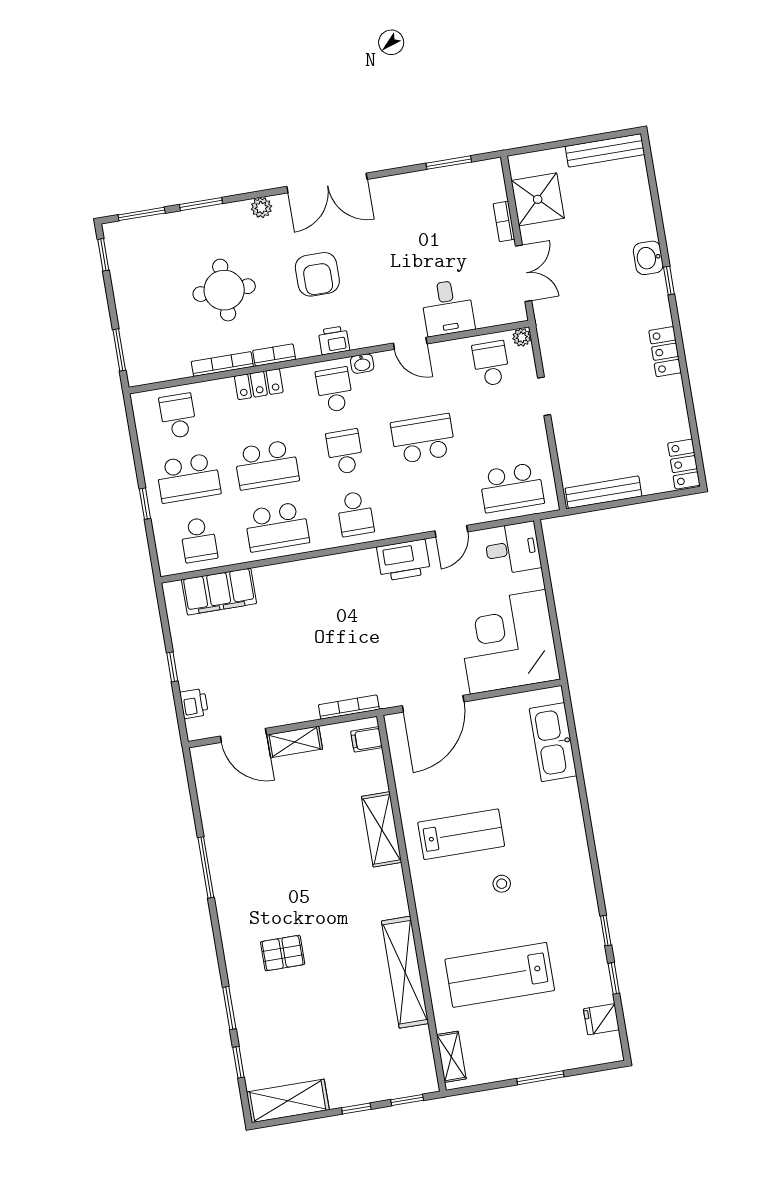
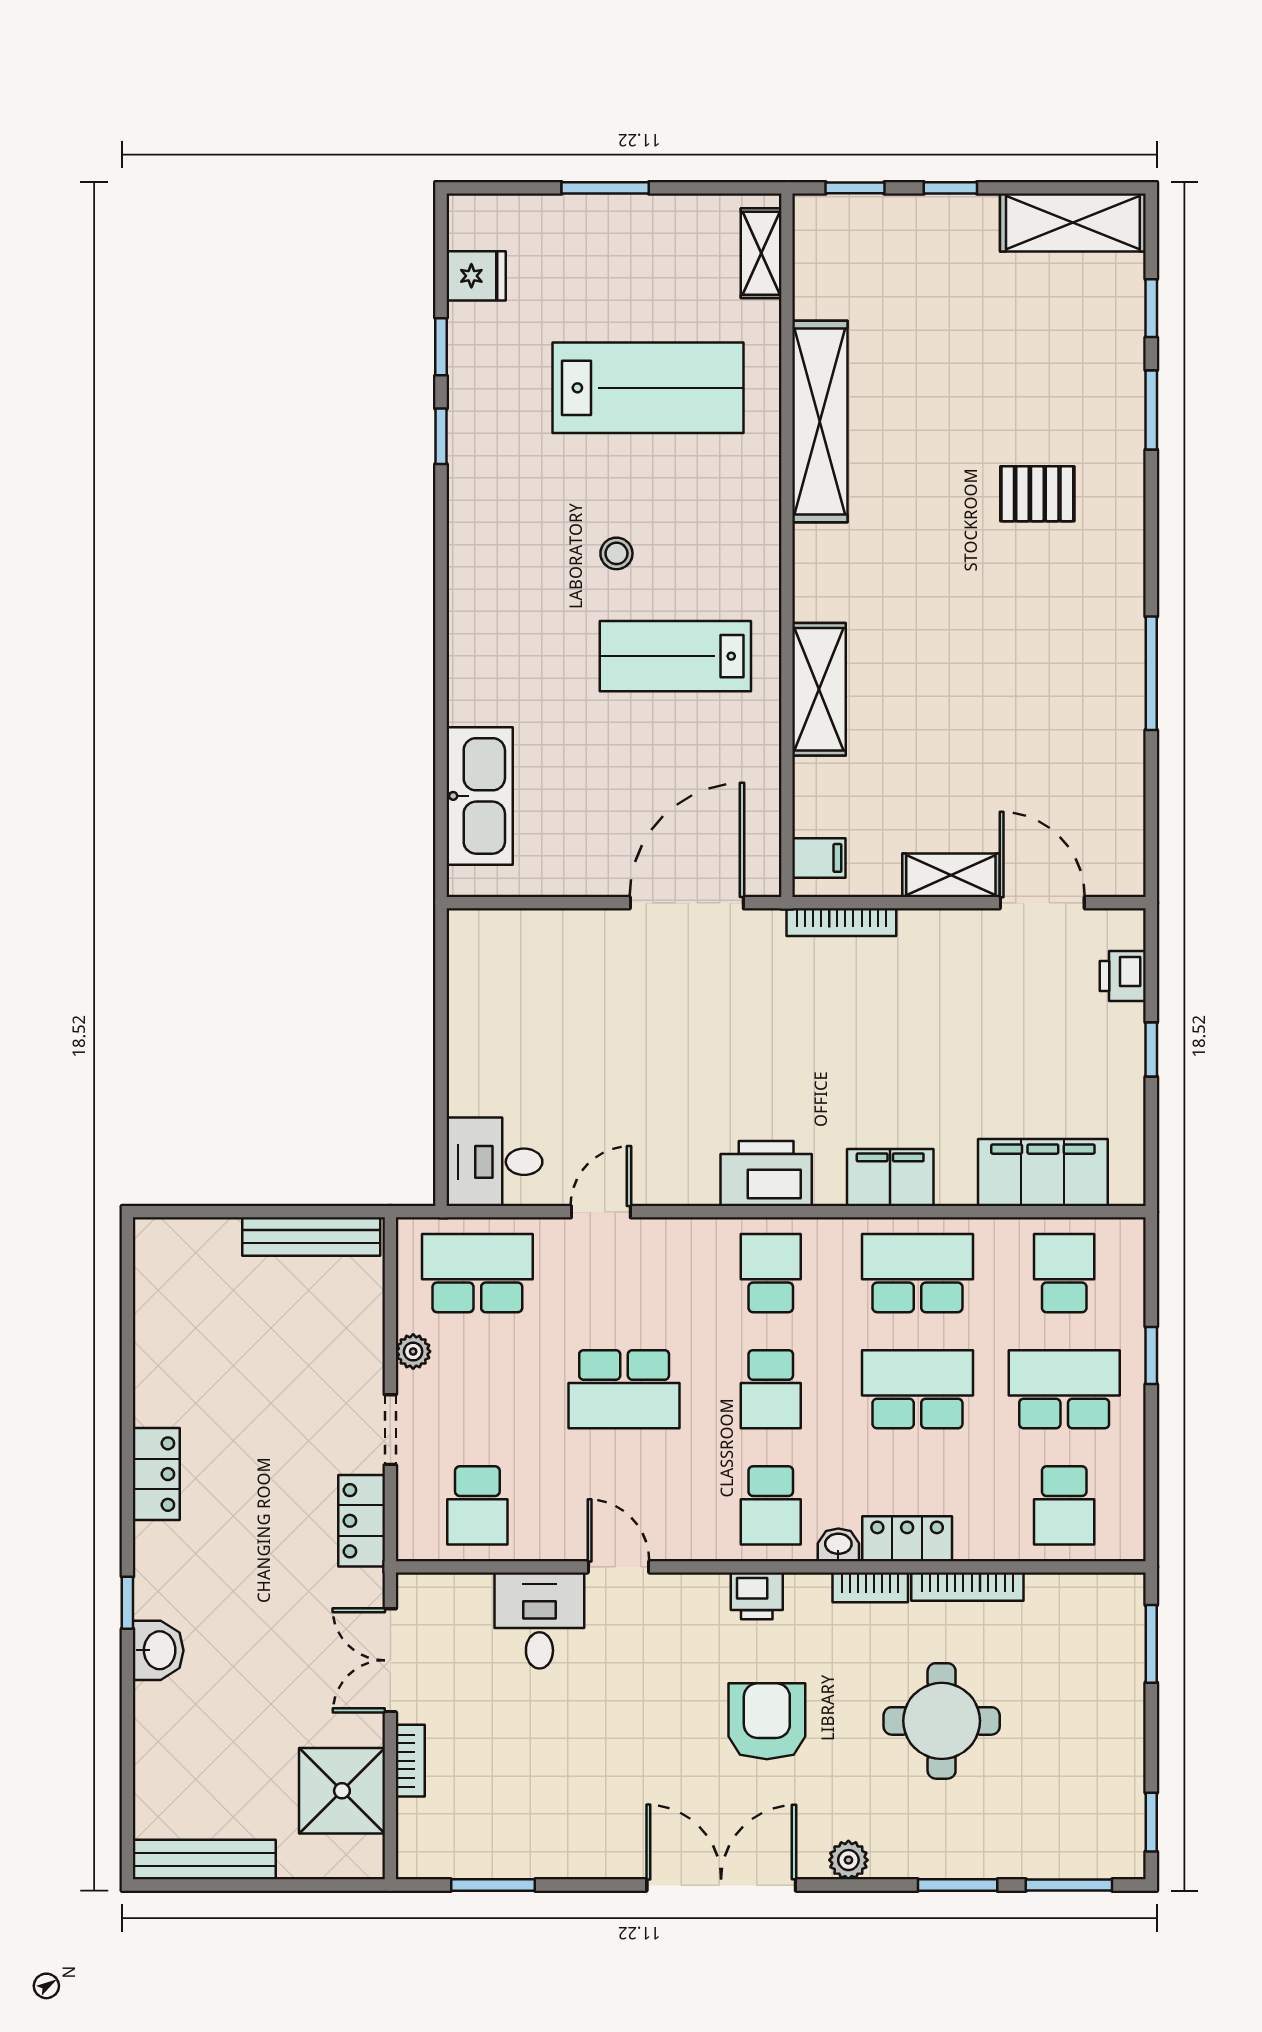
plant: (522, 337) -> (413, 1352), moved
washbasin: (362, 364) -> (838, 1545), moved
locker: (684, 464) -> (362, 1521), moved, turned 180
printer: (404, 560) -> (766, 1173), moved
filing cabinet: (300, 575) -> (890, 1177), added
corner desk: (508, 642) -> (531, 993), removed

